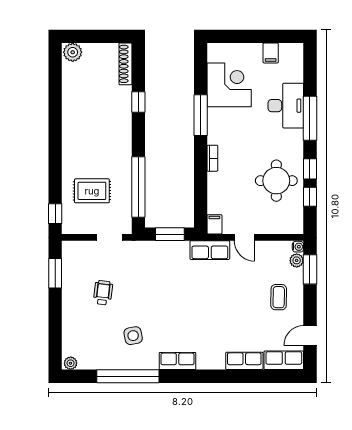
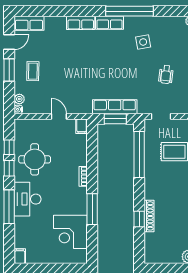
filing cabinet: (271, 53) -> (20, 256), moved
shoe rack: (125, 64) -> (149, 216), moved
desk: (286, 106) -> (27, 199), moved
row of seats: (210, 250) -> (115, 107), moved, width x1.48
window: (310, 269) -> (9, 70), moved
row of seats: (244, 361) -> (81, 23), moved
window: (128, 376) -> (129, 11), moved

